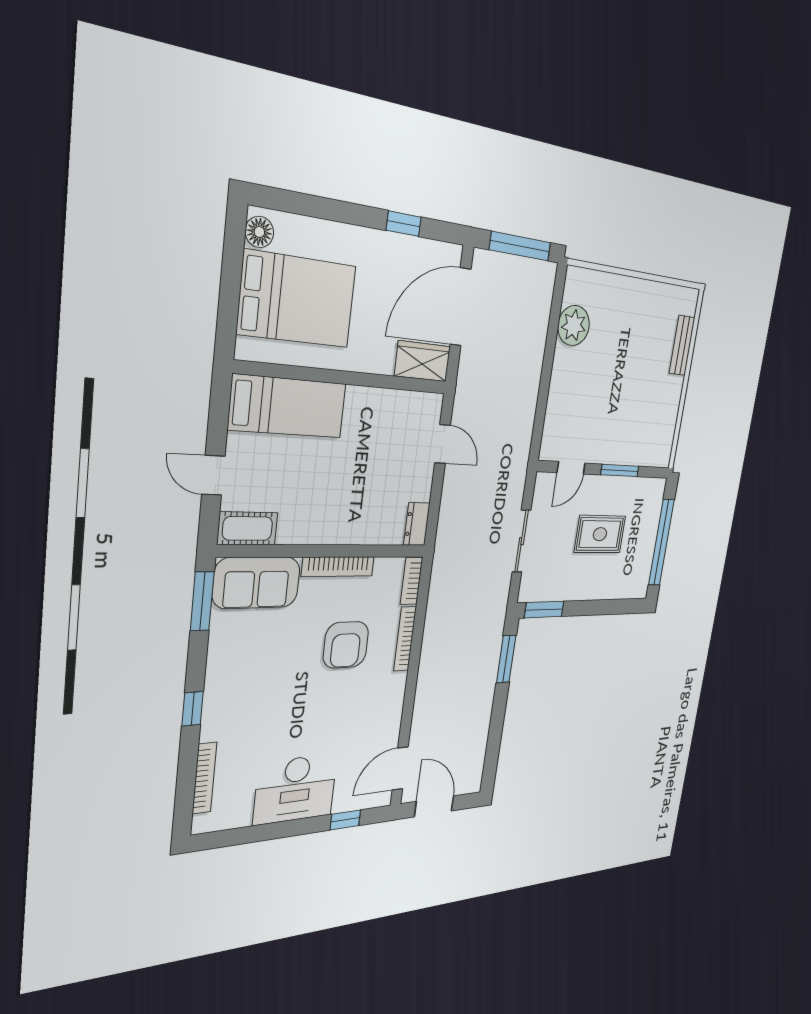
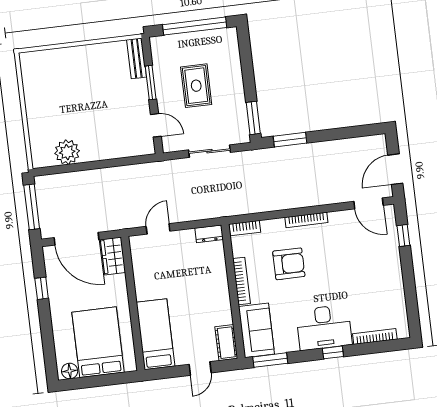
bench: (682, 345) -> (137, 58), moved, turned 90
bookcase: (405, 639) -> (306, 220), moved
desk: (295, 789) -> (324, 327), moved, turned 90

